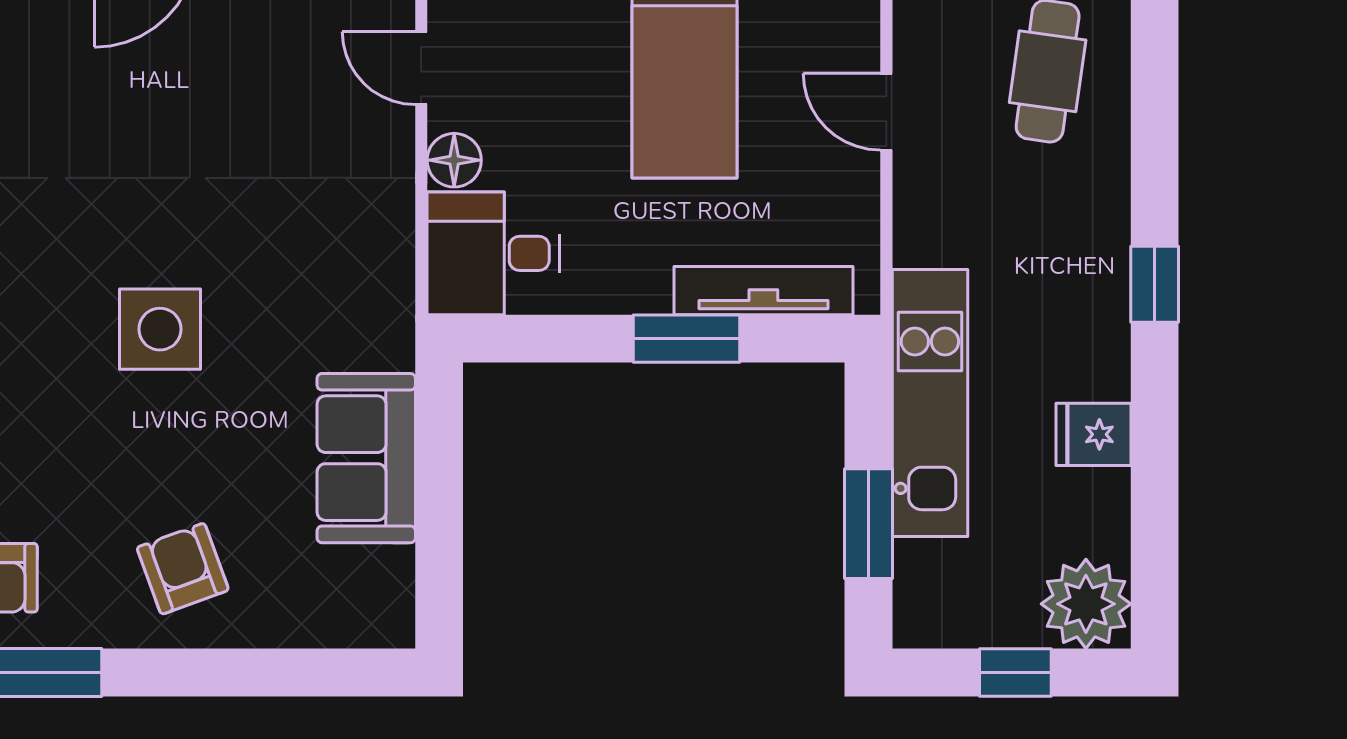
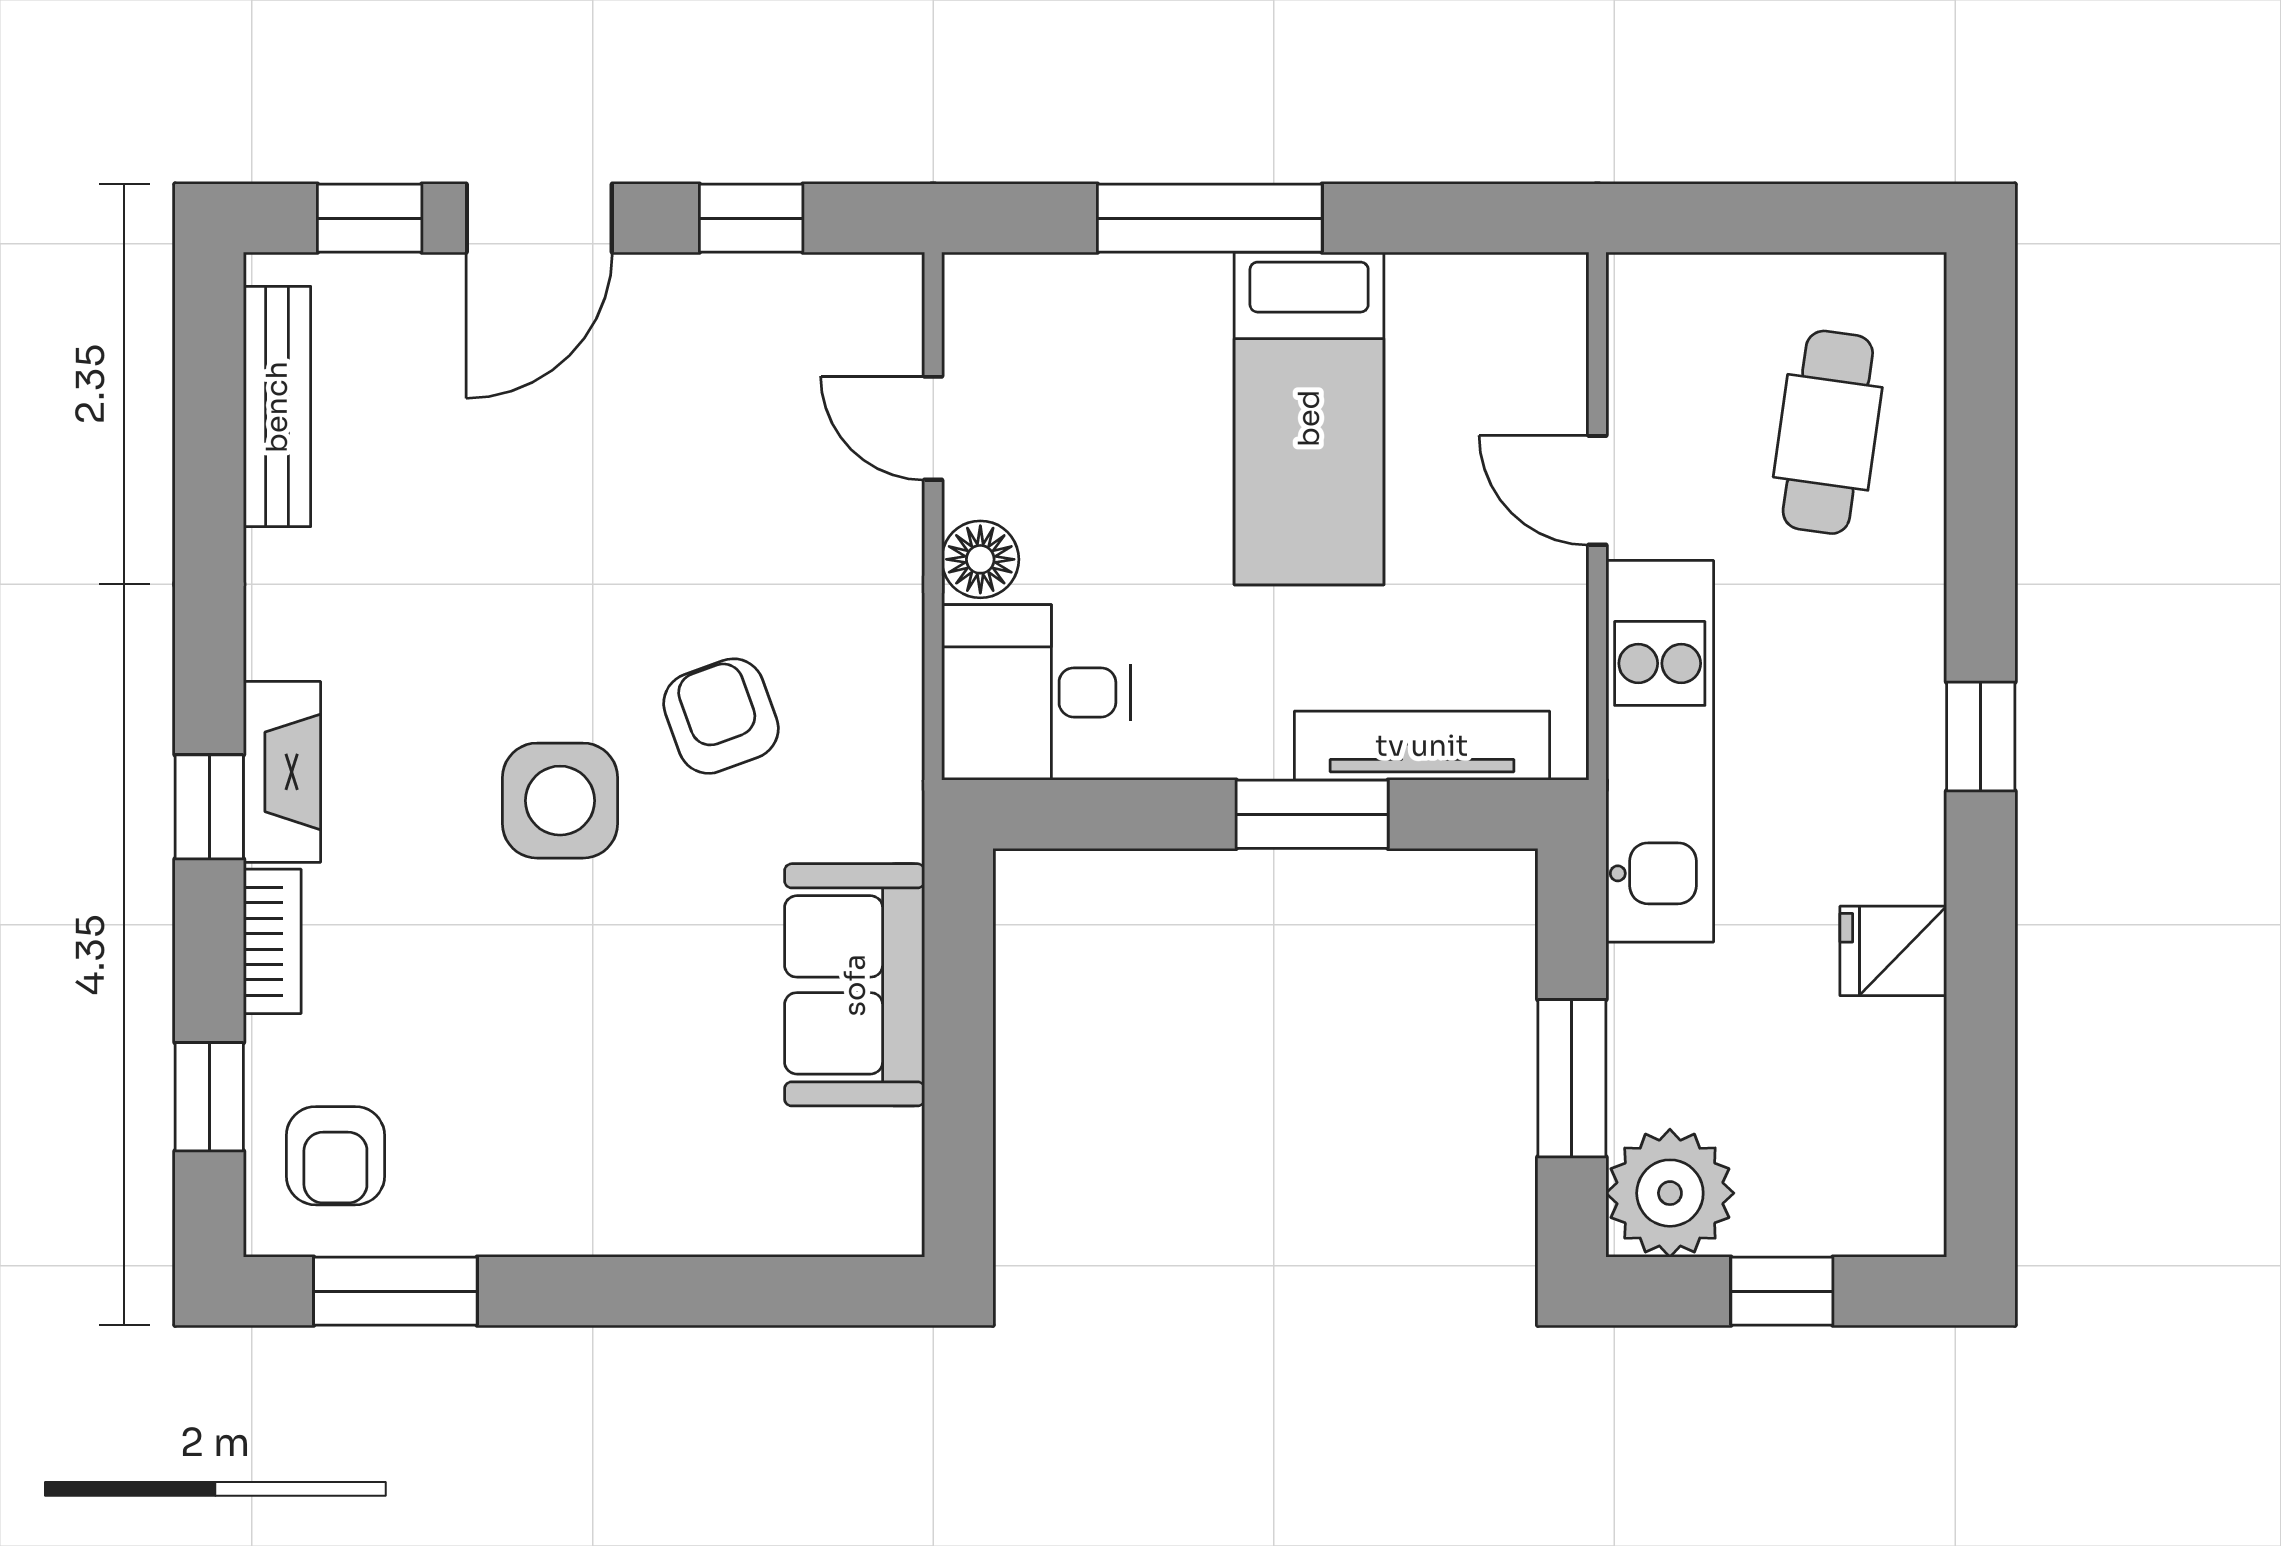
kitchen unit: (930, 403) -> (1660, 751), moved
armchair: (183, 569) -> (721, 716), moved
plant: (1086, 604) -> (1670, 1193), moved

